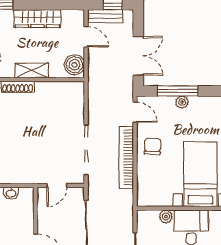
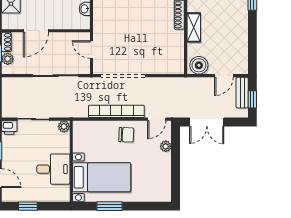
wardrobe: (37, 19) -> (240, 32), removed
window: (178, 91) -> (176, 157), removed
plant: (182, 102) -> (166, 146), moved
plant: (166, 217) -> (64, 126), moved

